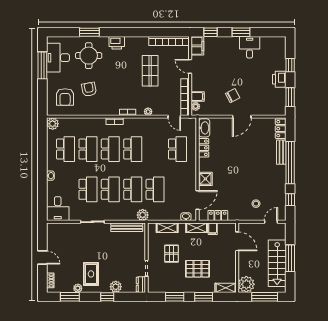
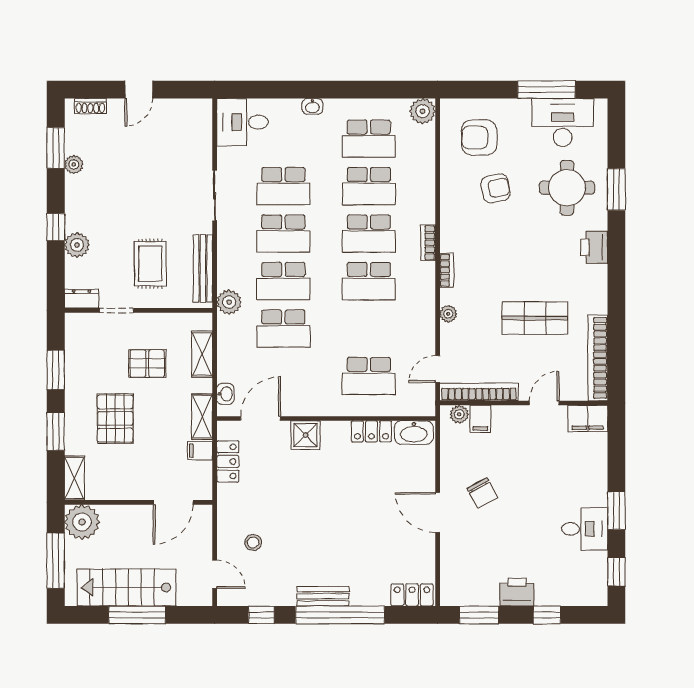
window: (211, 32) -> (616, 572), moved
bench: (281, 152) -> (323, 596), moved
door: (197, 200) -> (261, 418), swing flipped
rug: (91, 274) -> (150, 264), moved, turned 90

